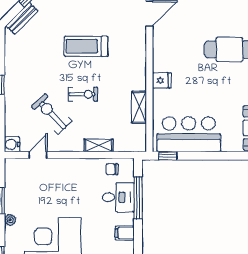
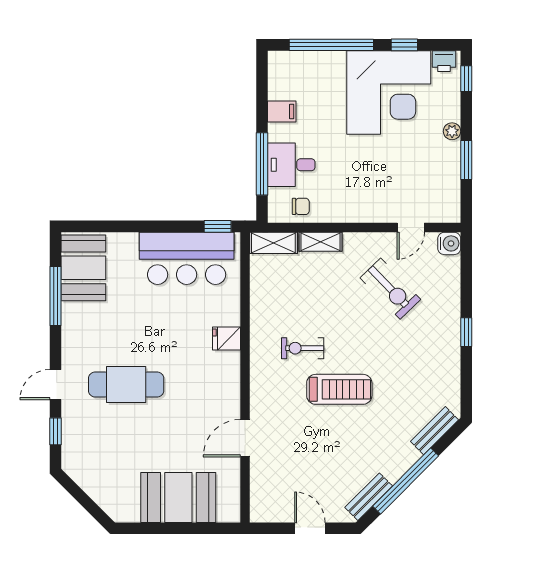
exercise bike: (83, 94) -> (303, 348), moved
shelving: (139, 107) -> (273, 243), moved, turned 90

